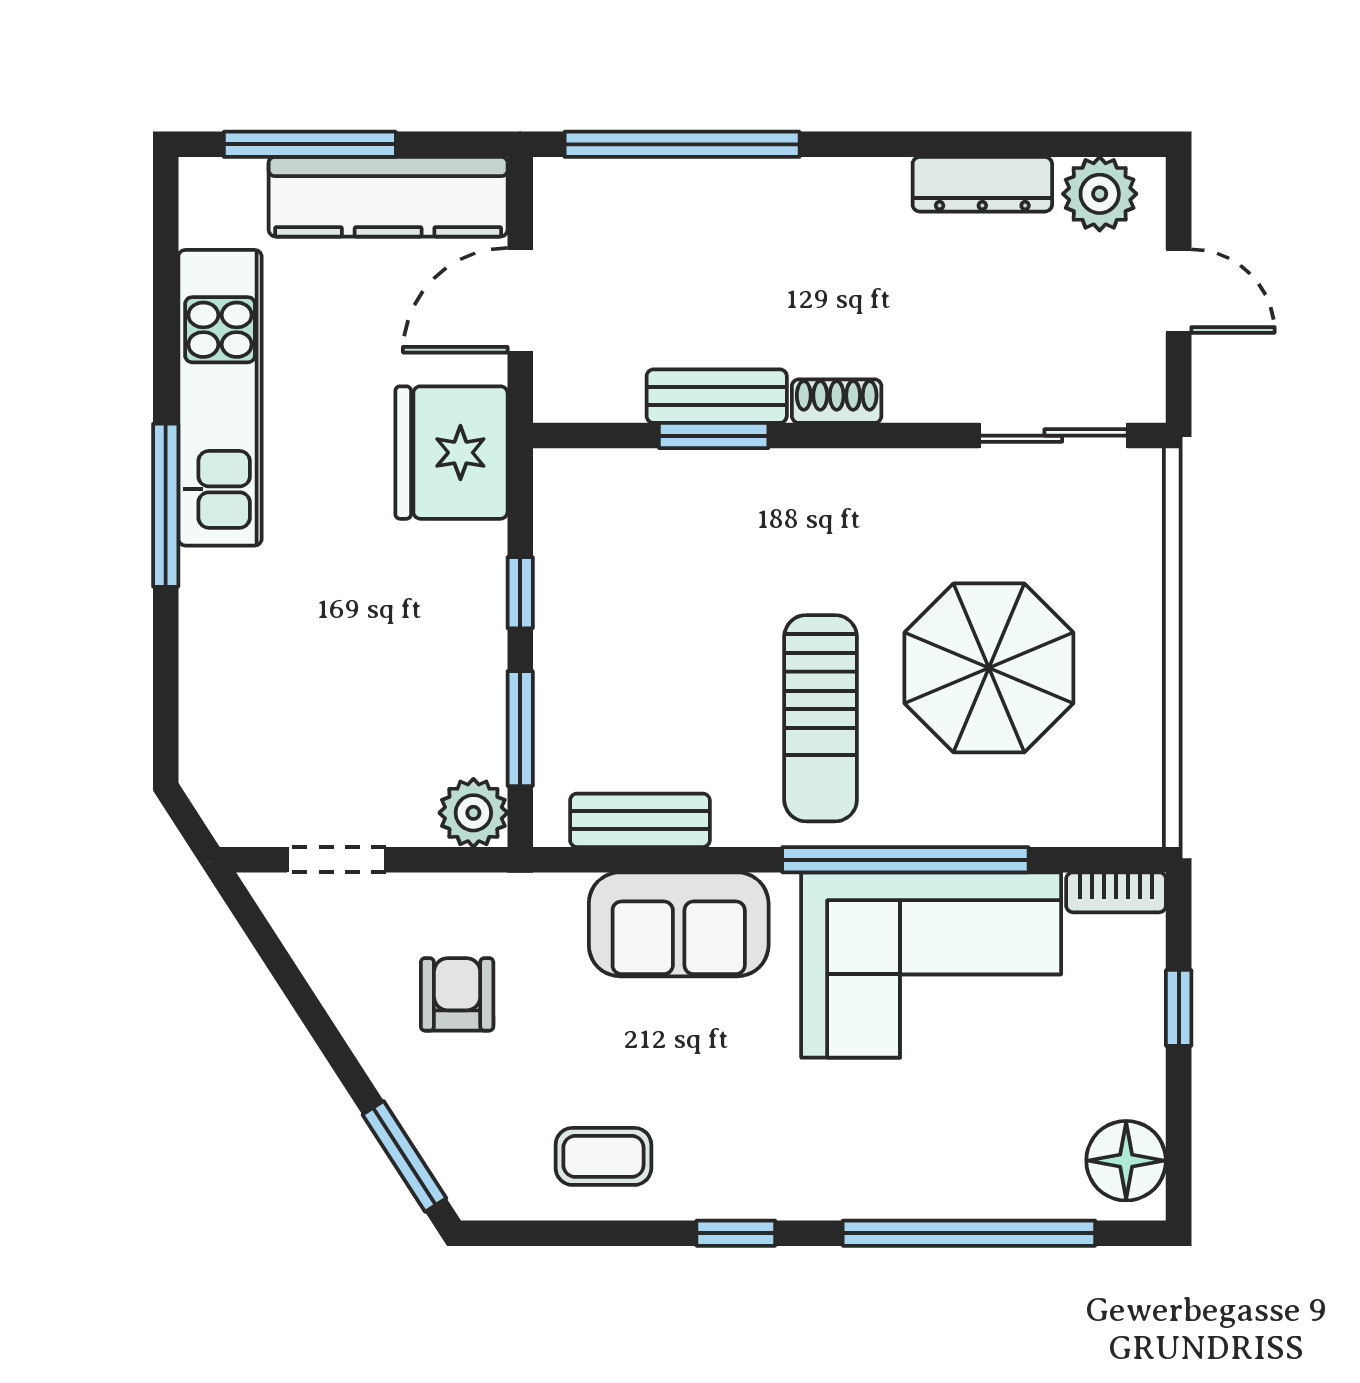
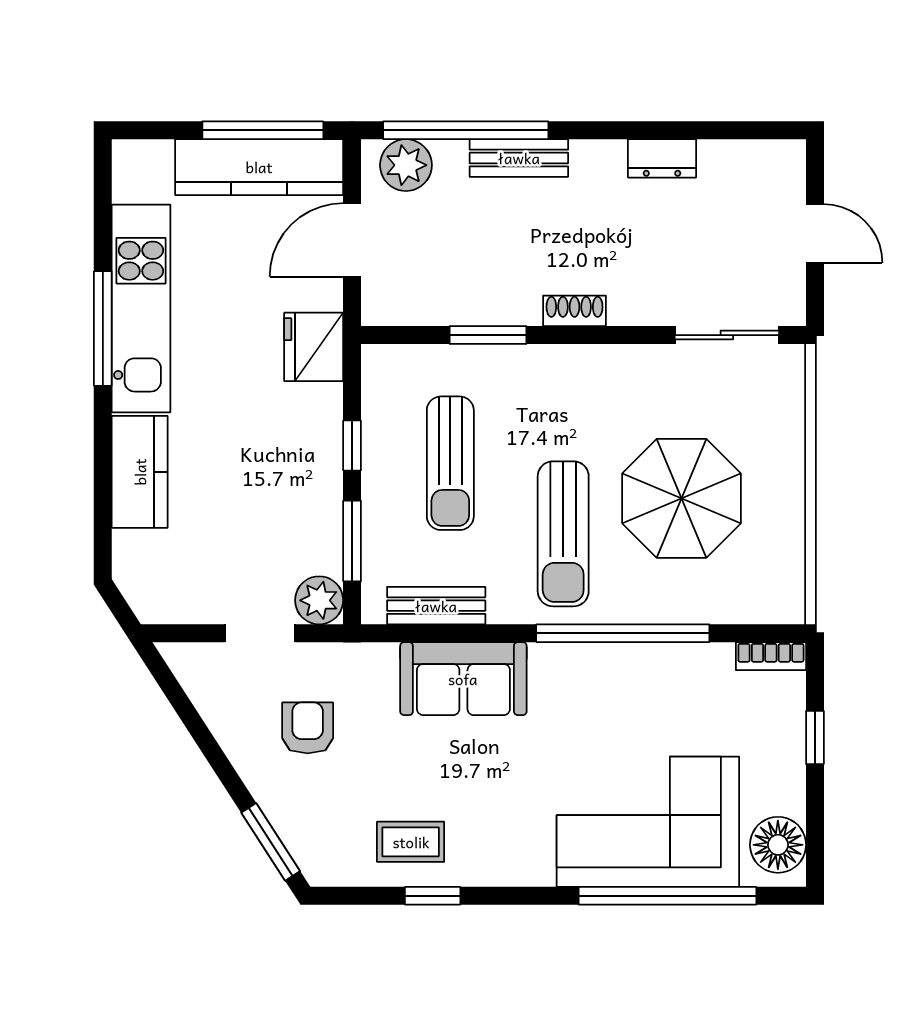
window: (310, 144) -> (263, 130), moved
dresser: (982, 184) -> (662, 158), width x0.70
plant: (1100, 194) -> (406, 165), moved
bench: (717, 396) -> (519, 158), moved
fridge: (451, 453) -> (314, 347), width x0.73, depth x0.75
window: (166, 505) -> (103, 328), moved
sun lounger: (660, 618) -> (450, 463), added
kitchen counter: (218, 630) -> (140, 472), added
doorway: (337, 860) -> (260, 633), moved
corner sofa: (931, 965) -> (648, 822), moved, turned 180
window: (736, 1233) -> (433, 896), moved

